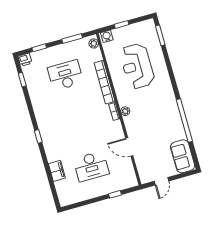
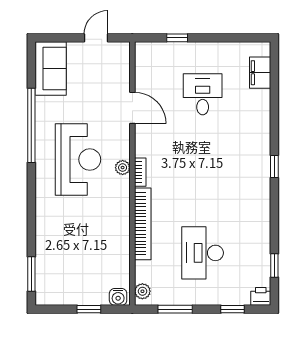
reception desk: (137, 66) -> (78, 160), moved
desk: (65, 75) -> (203, 253), turned 90
desk: (91, 166) -> (203, 94), width x0.73
filing cabinet: (57, 171) -> (260, 73), moved

